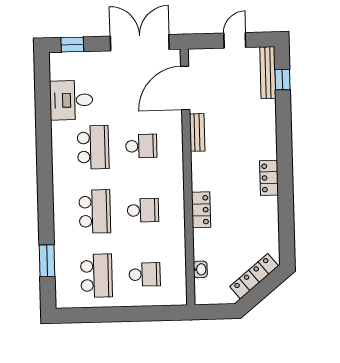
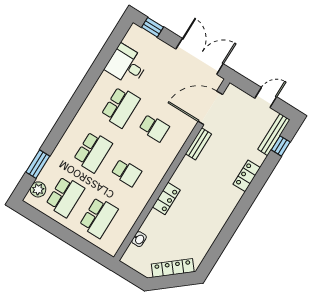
locker: (269, 178) -> (247, 176), moved
school desk: (145, 274) -> (99, 217), width x1.85
plant: (64, 286) -> (38, 189), added

